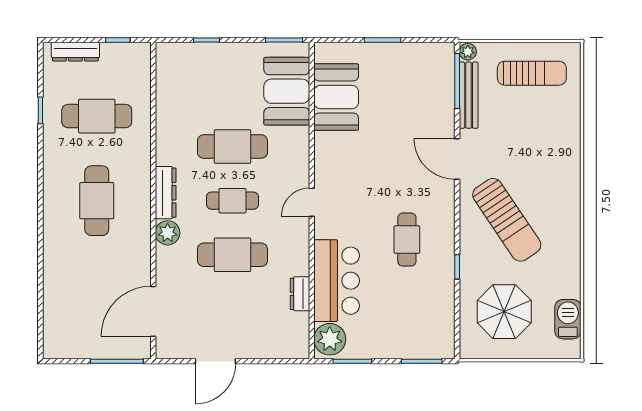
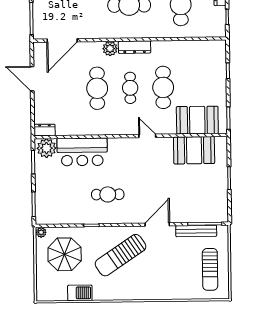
plant: (468, 52) -> (41, 232), moved
door: (312, 202) -> (147, 136), moved
dresser: (300, 294) -> (45, 130), moved
door: (153, 311) -> (62, 40), swing flipped
barbecue: (568, 319) -> (80, 293), moved

